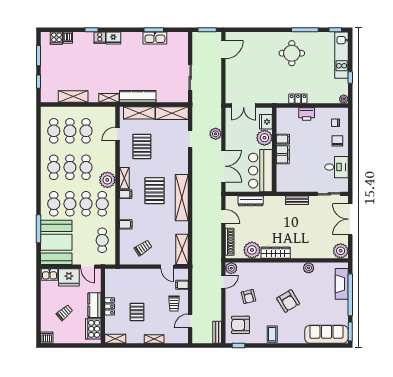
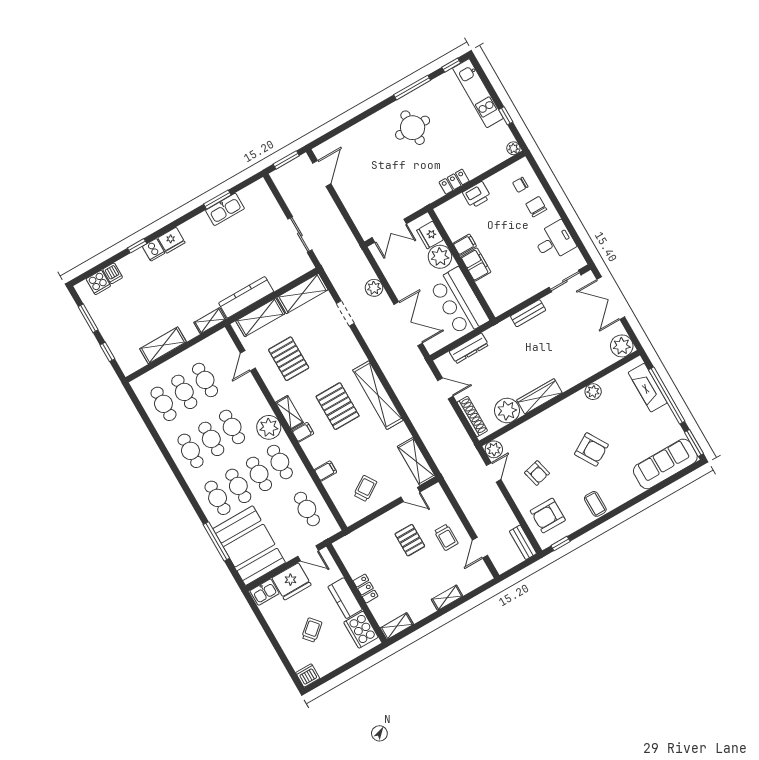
filing cabinet: (182, 285) -> (443, 507), removed
pallet: (137, 312) -> (410, 540), moved

